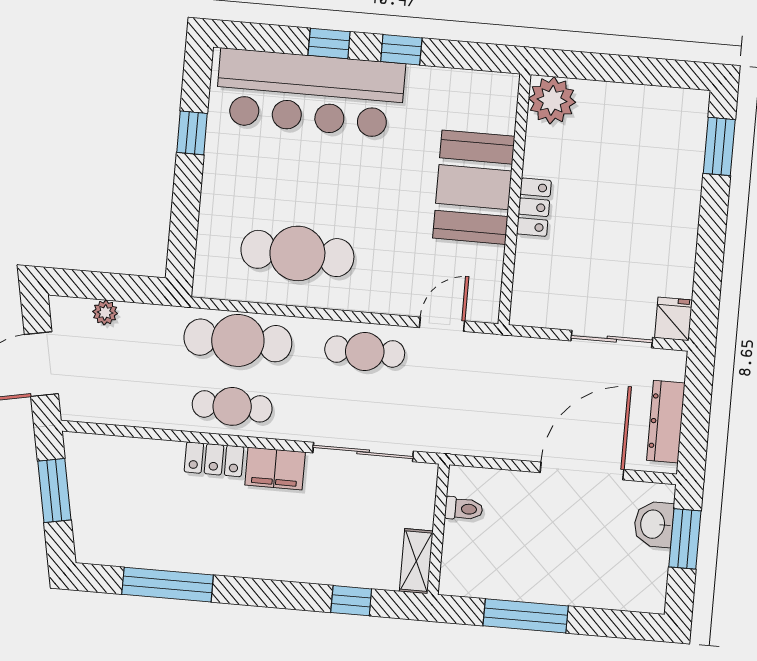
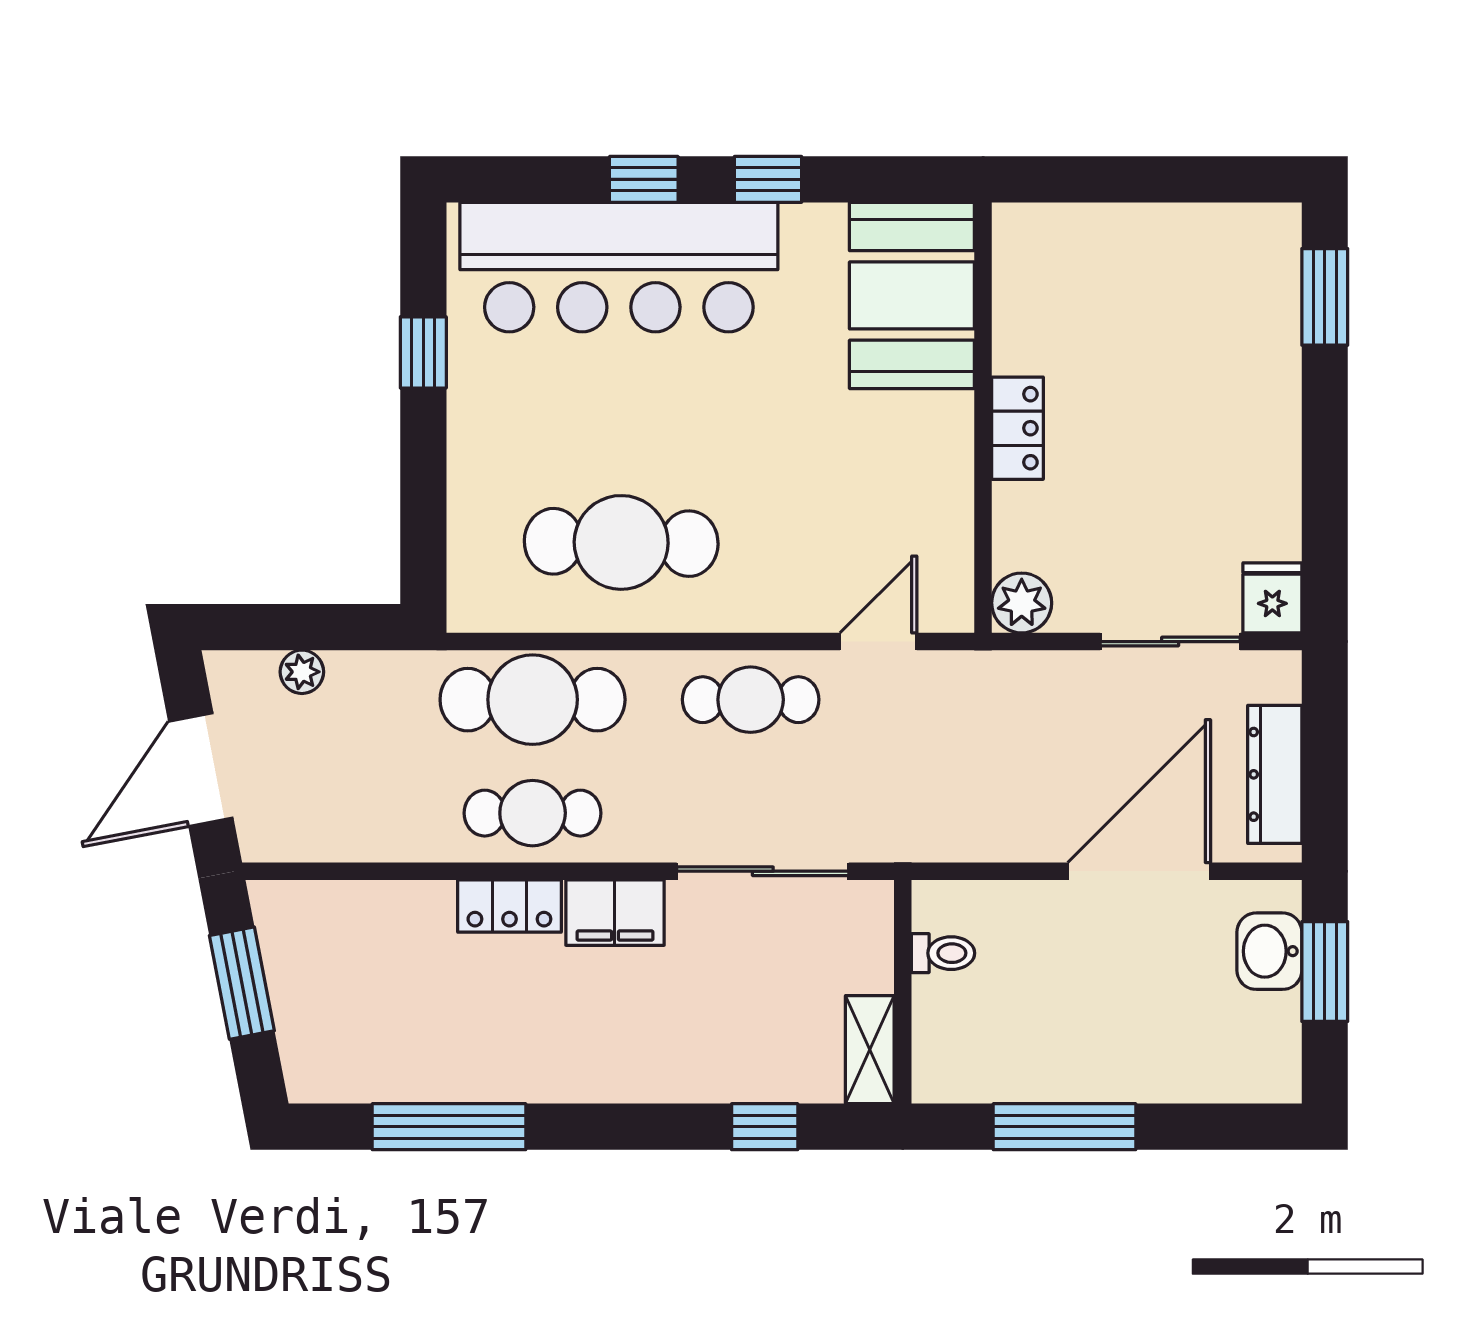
plant: (552, 100) -> (1022, 603), moved, width x0.73, depth x0.73
booth: (474, 187) -> (912, 295), moved

